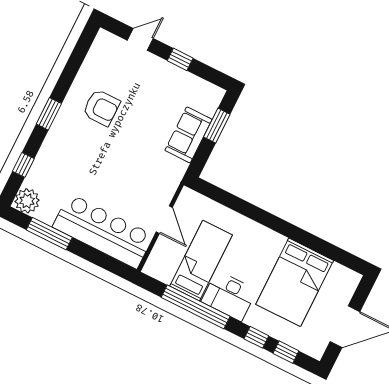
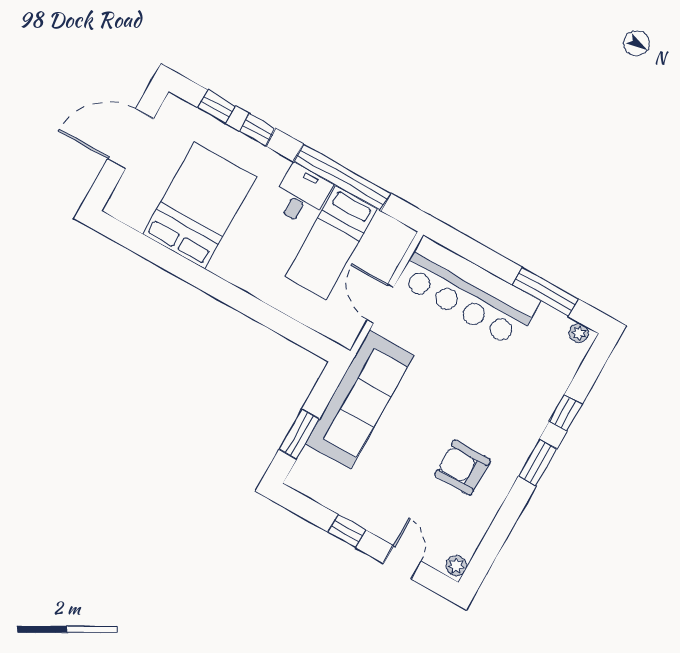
plant: (102, 39) -> (456, 566), added
door: (140, 39) -> (402, 562), swing flipped
sofa: (188, 135) -> (360, 400), width x1.85, depth x1.27
window: (23, 165) -> (566, 413), moved
plant: (27, 201) -> (579, 333), width x0.53, depth x0.53
desk: (229, 296) -> (301, 195), width x0.73

